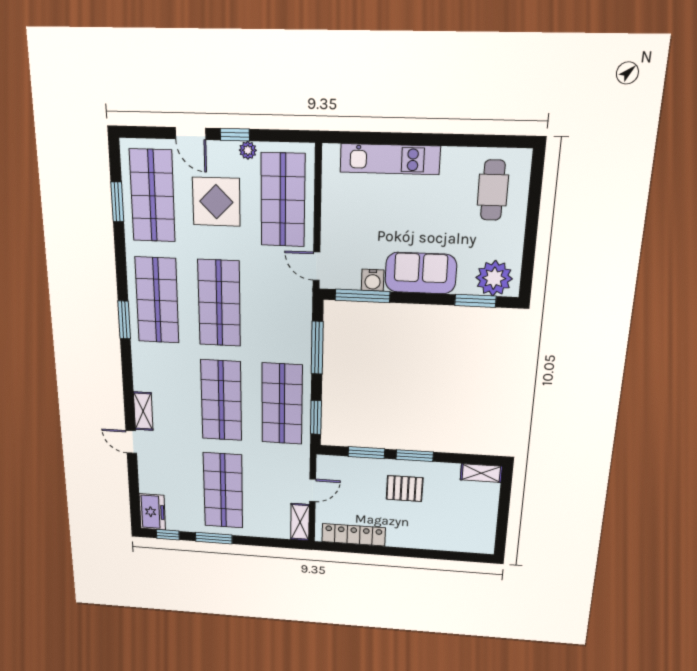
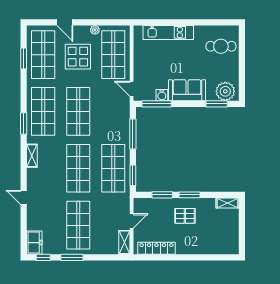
window: (235, 135) -> (88, 22), removed
cafe table: (493, 190) -> (221, 46), turned 90
shelving: (143, 411) -> (32, 156), moved

